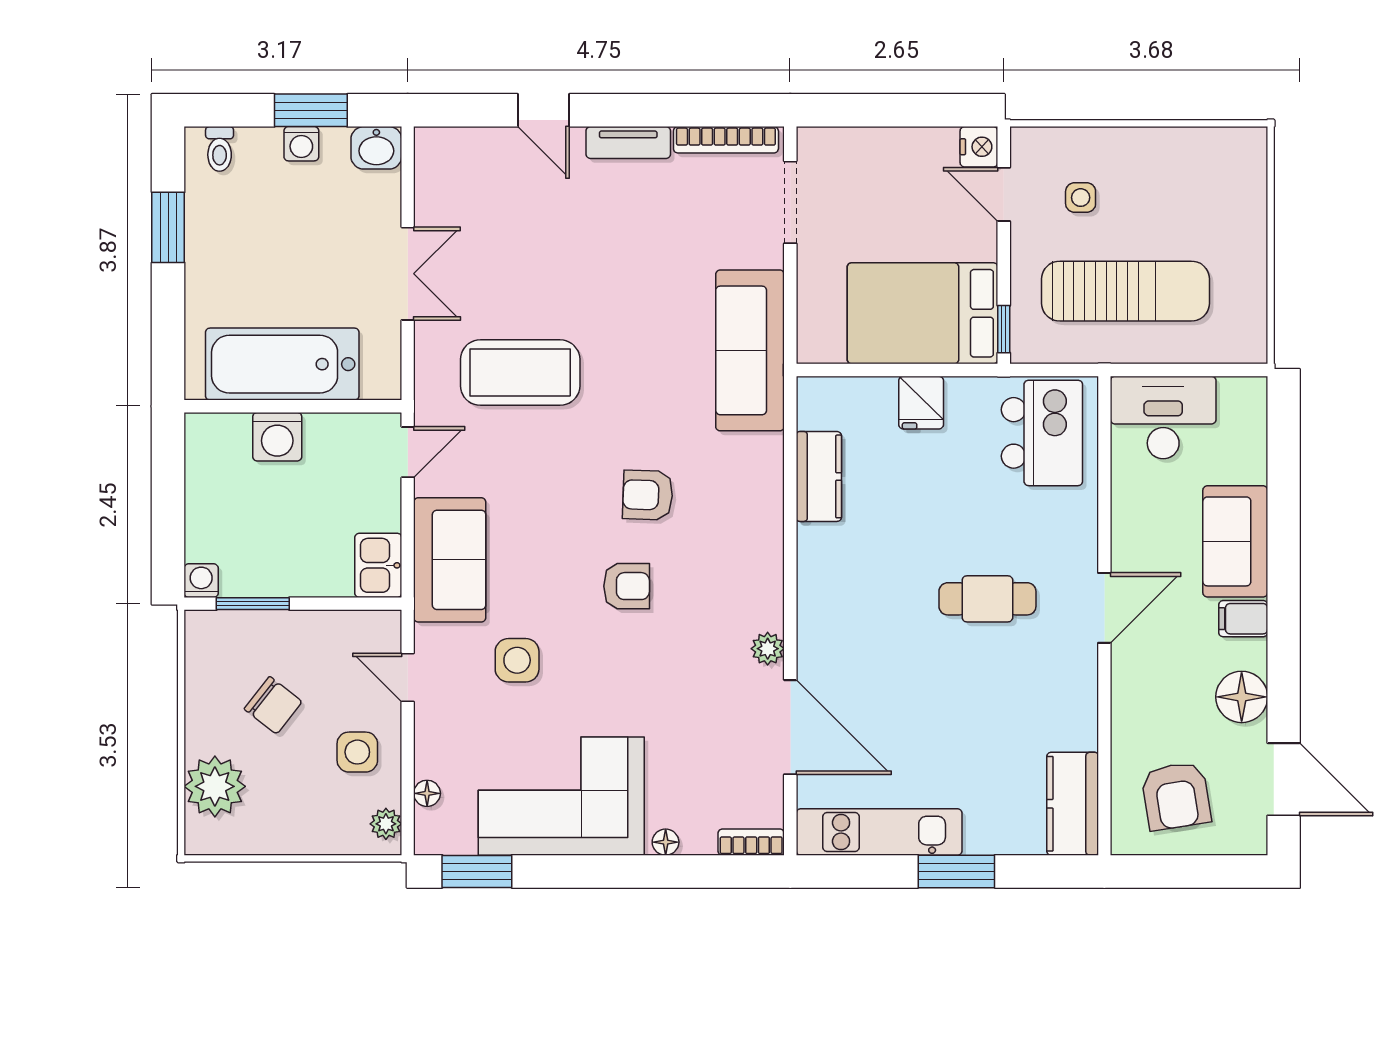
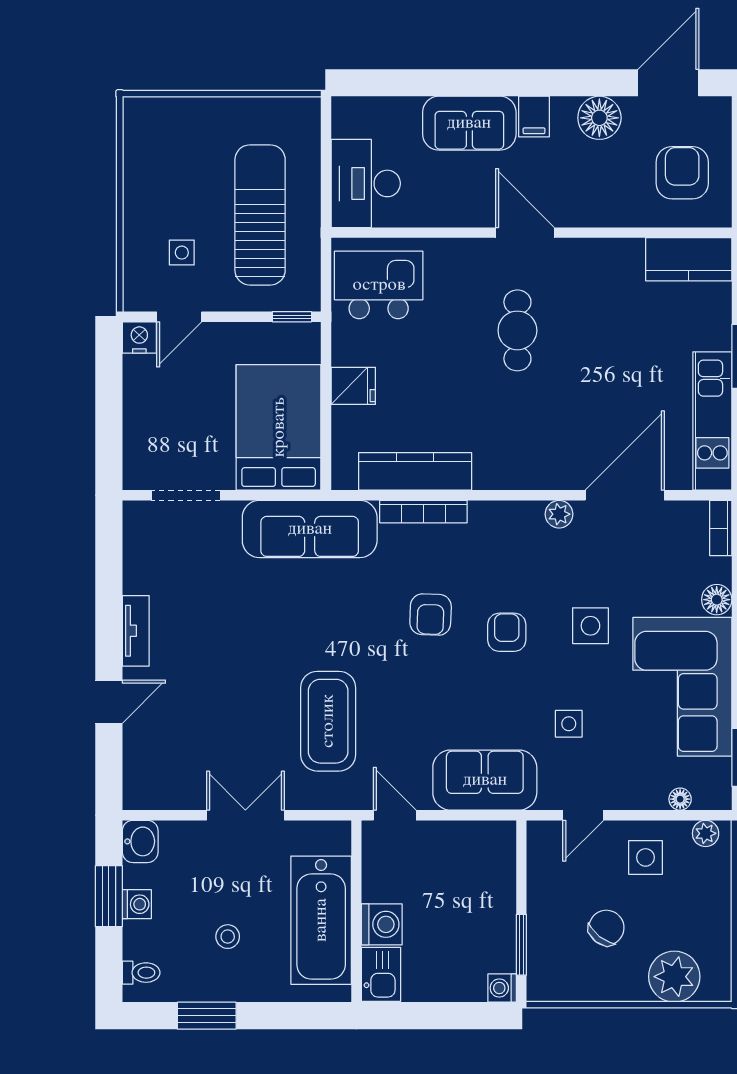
bookcase: (726, 140) -> (423, 512), moved, turned 90
stool: (263, 252) -> (228, 937), added
bed: (923, 313) -> (279, 427), moved, turned 180
kitchen counter: (819, 476) -> (415, 471), width x1.50
kitchen sink: (378, 565) -> (381, 974), moved, turned -90
side table: (517, 660) -> (569, 724), width x0.73, depth x0.73
side table: (634, 686) -> (590, 626), added
armchair: (1176, 796) -> (682, 173), turned -81
floor lamp: (666, 842) -> (717, 600), width x1.37, depth x1.37

